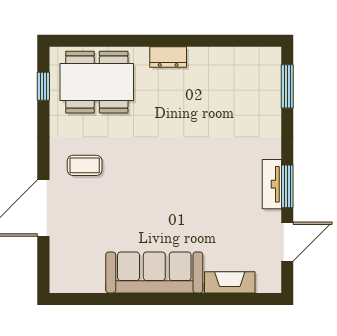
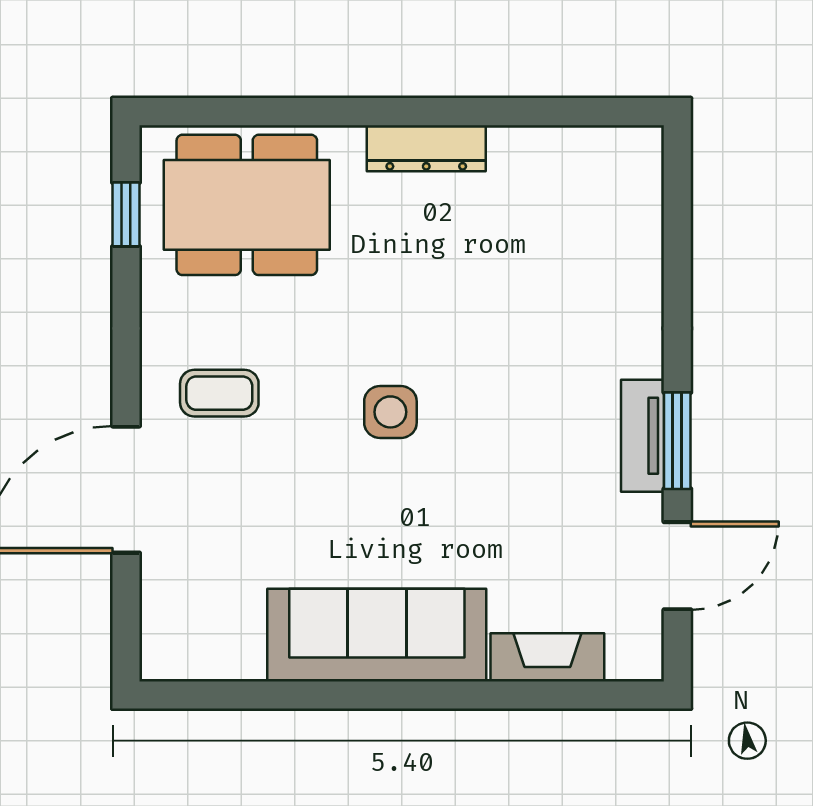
dresser: (168, 57) -> (426, 148), width x1.44
window: (287, 86) -> (677, 215), removed
side table: (160, 174) -> (390, 412), added

